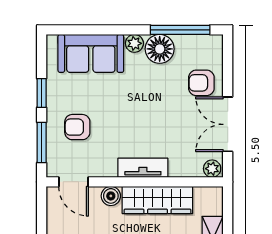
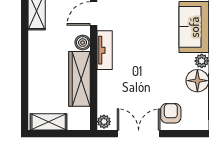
armchair: (77, 127) -> (136, 16), removed
tv unit: (143, 168) -> (105, 50), moved

